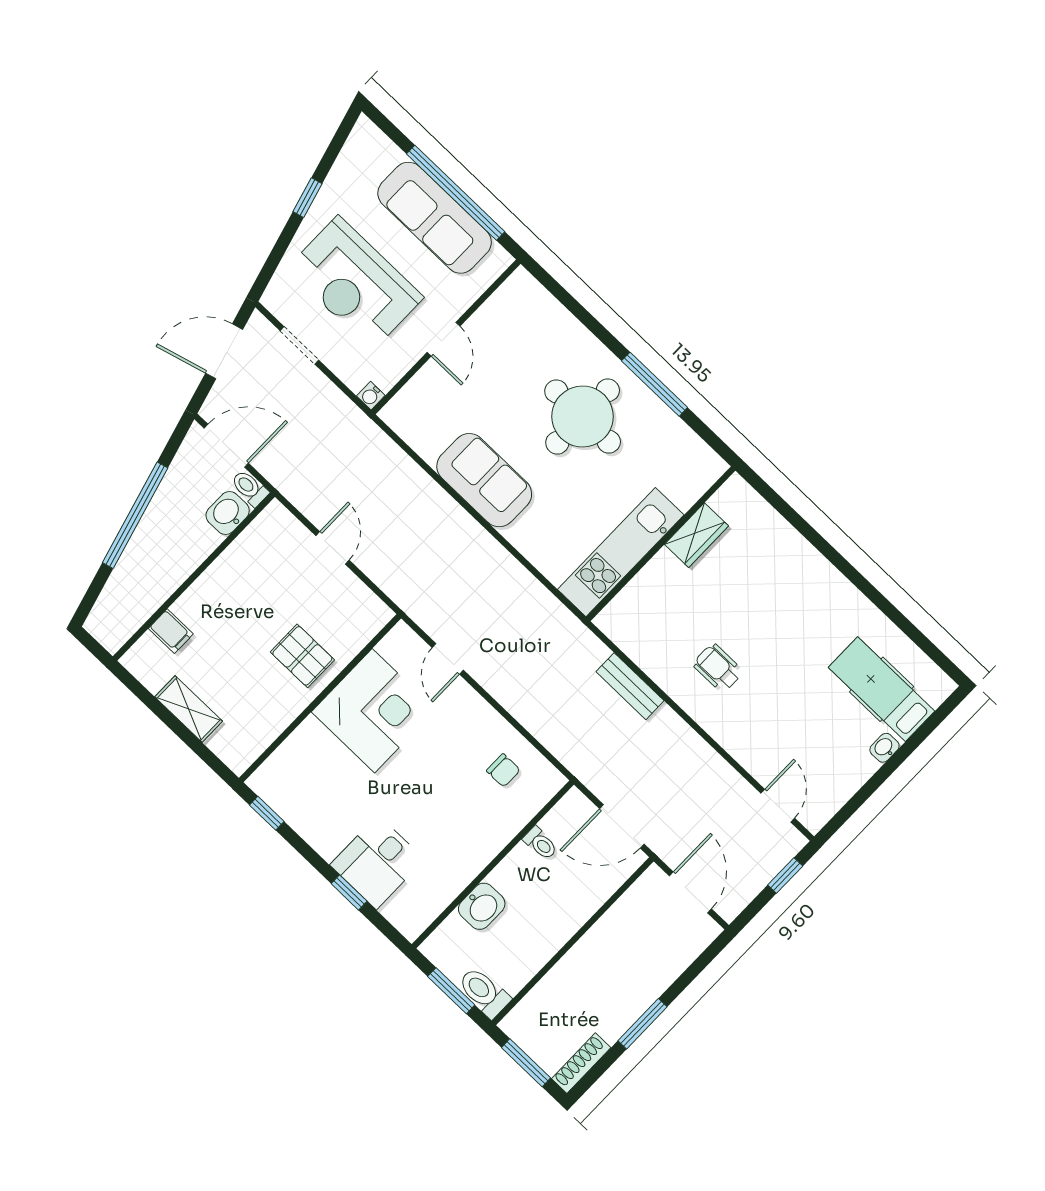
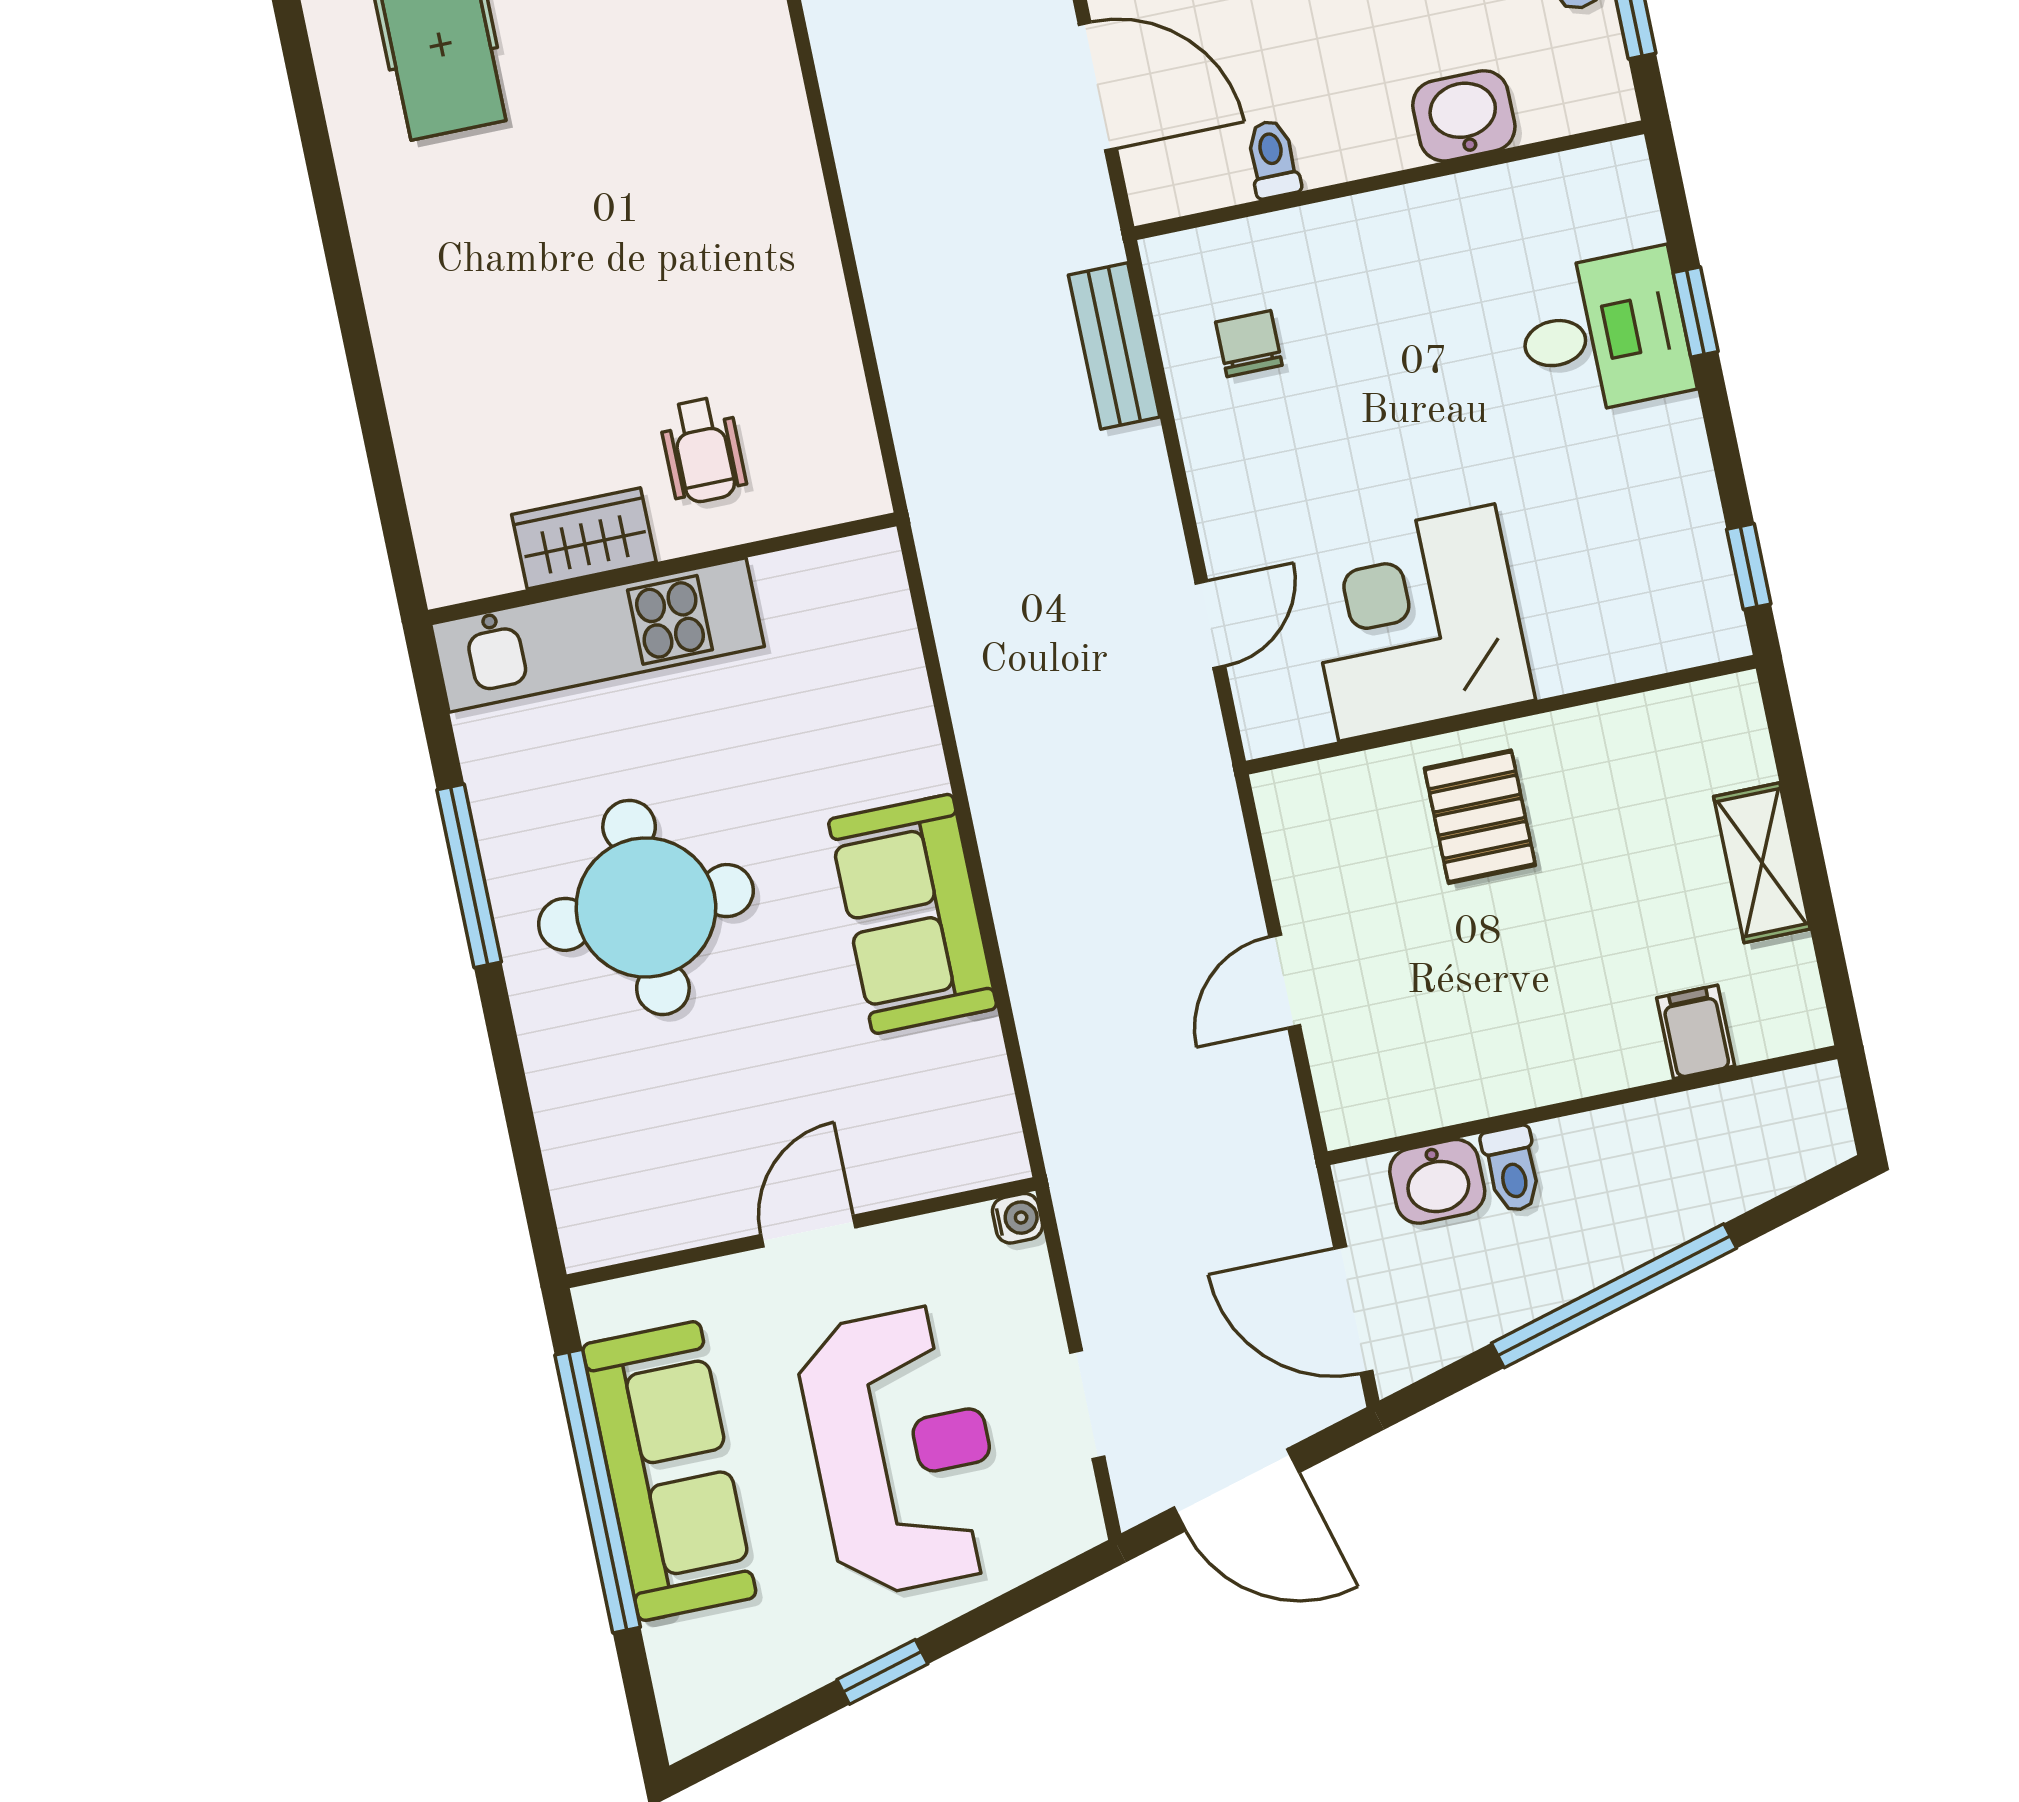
toilet: (250, 488) -> (1512, 1169), moved
kitchen unit: (621, 552) -> (598, 635), moved
wheelchair: (718, 668) -> (703, 450), moved
bench: (630, 686) -> (1114, 346), moved

